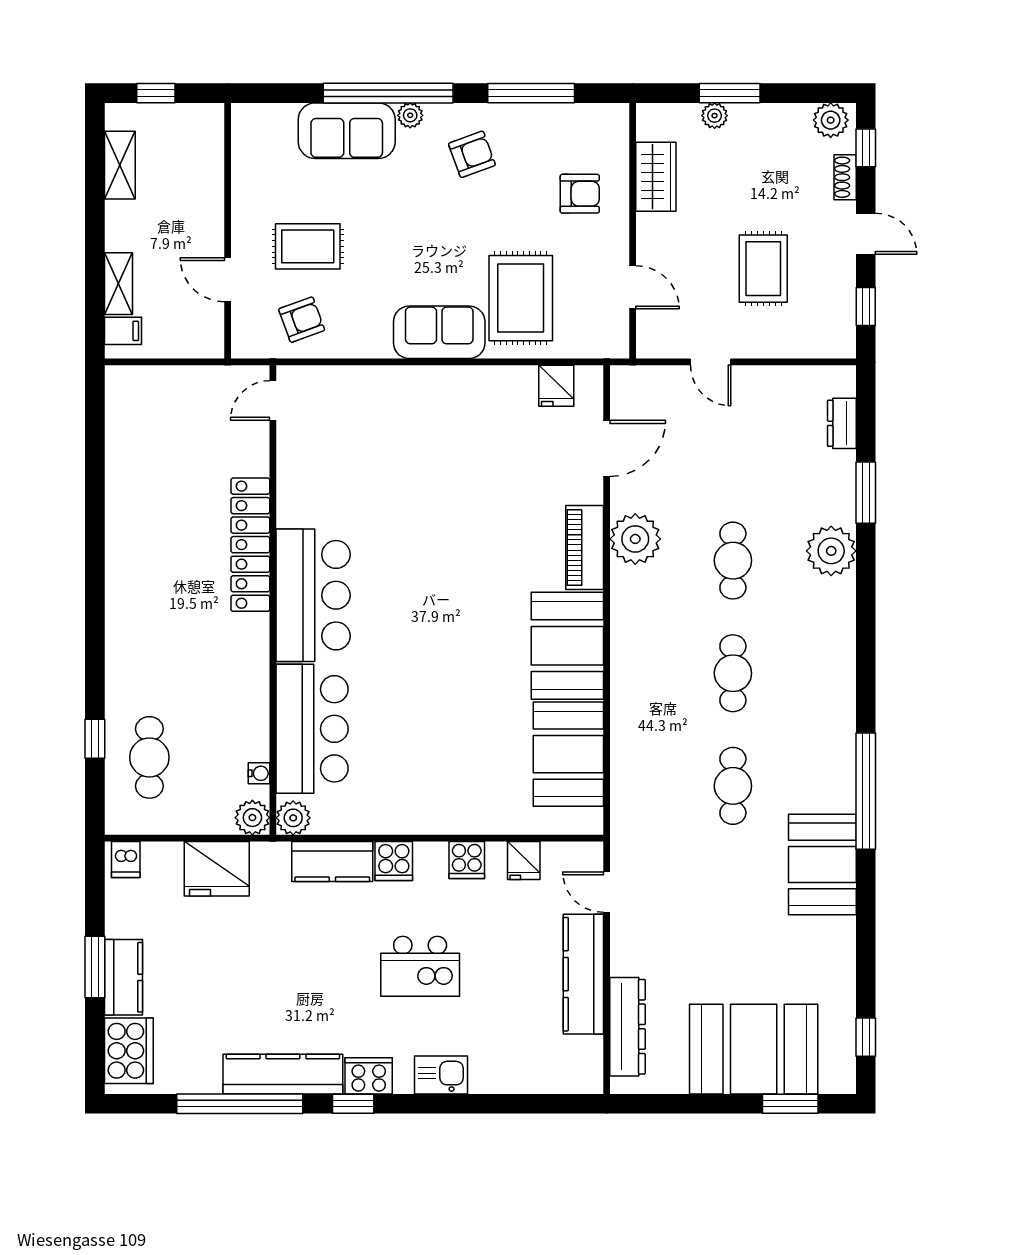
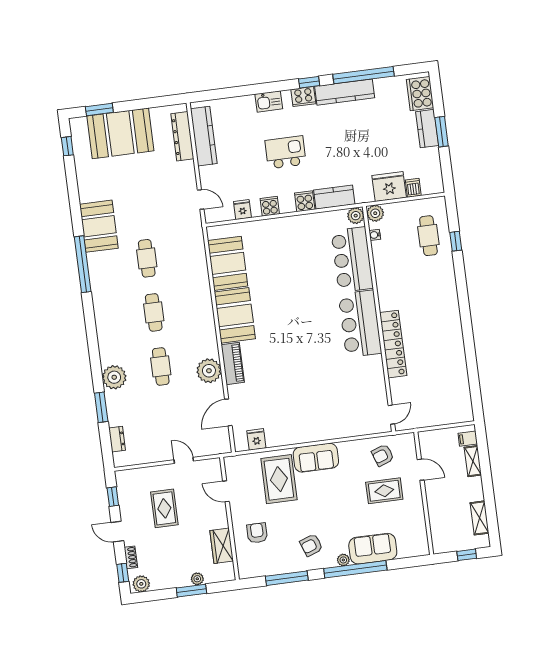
armchair: (580, 194) -> (257, 533), turned 90
dishwasher: (126, 860) -> (413, 188), moved
kitchen counter: (583, 974) -> (204, 136), moved

